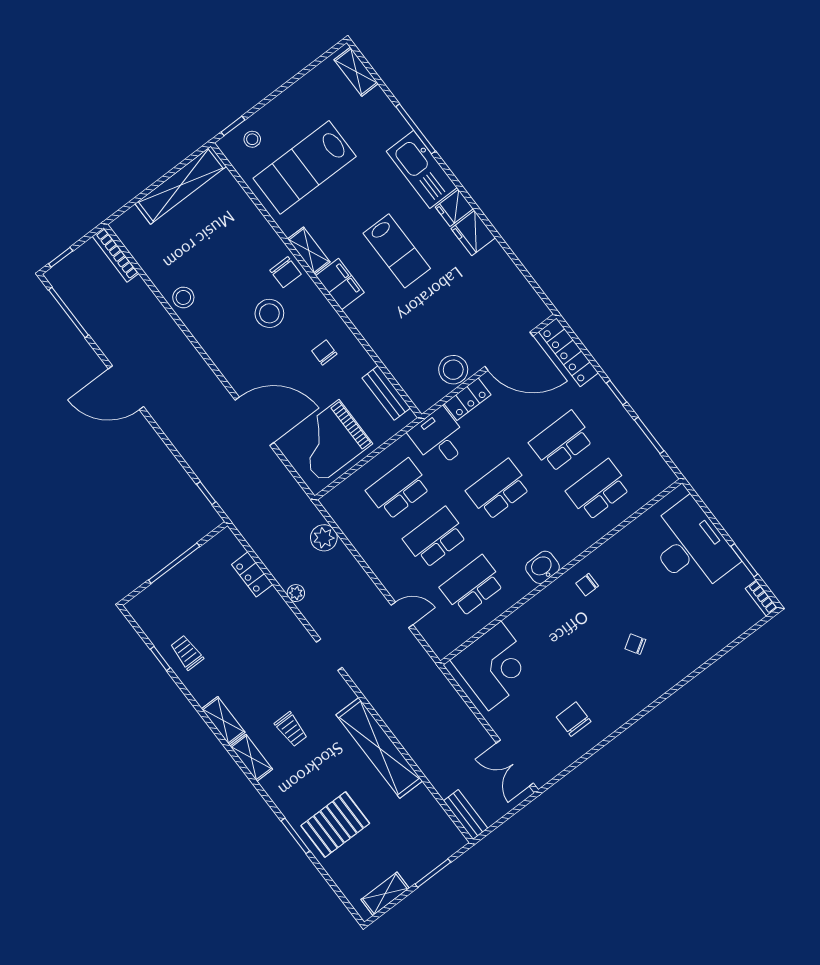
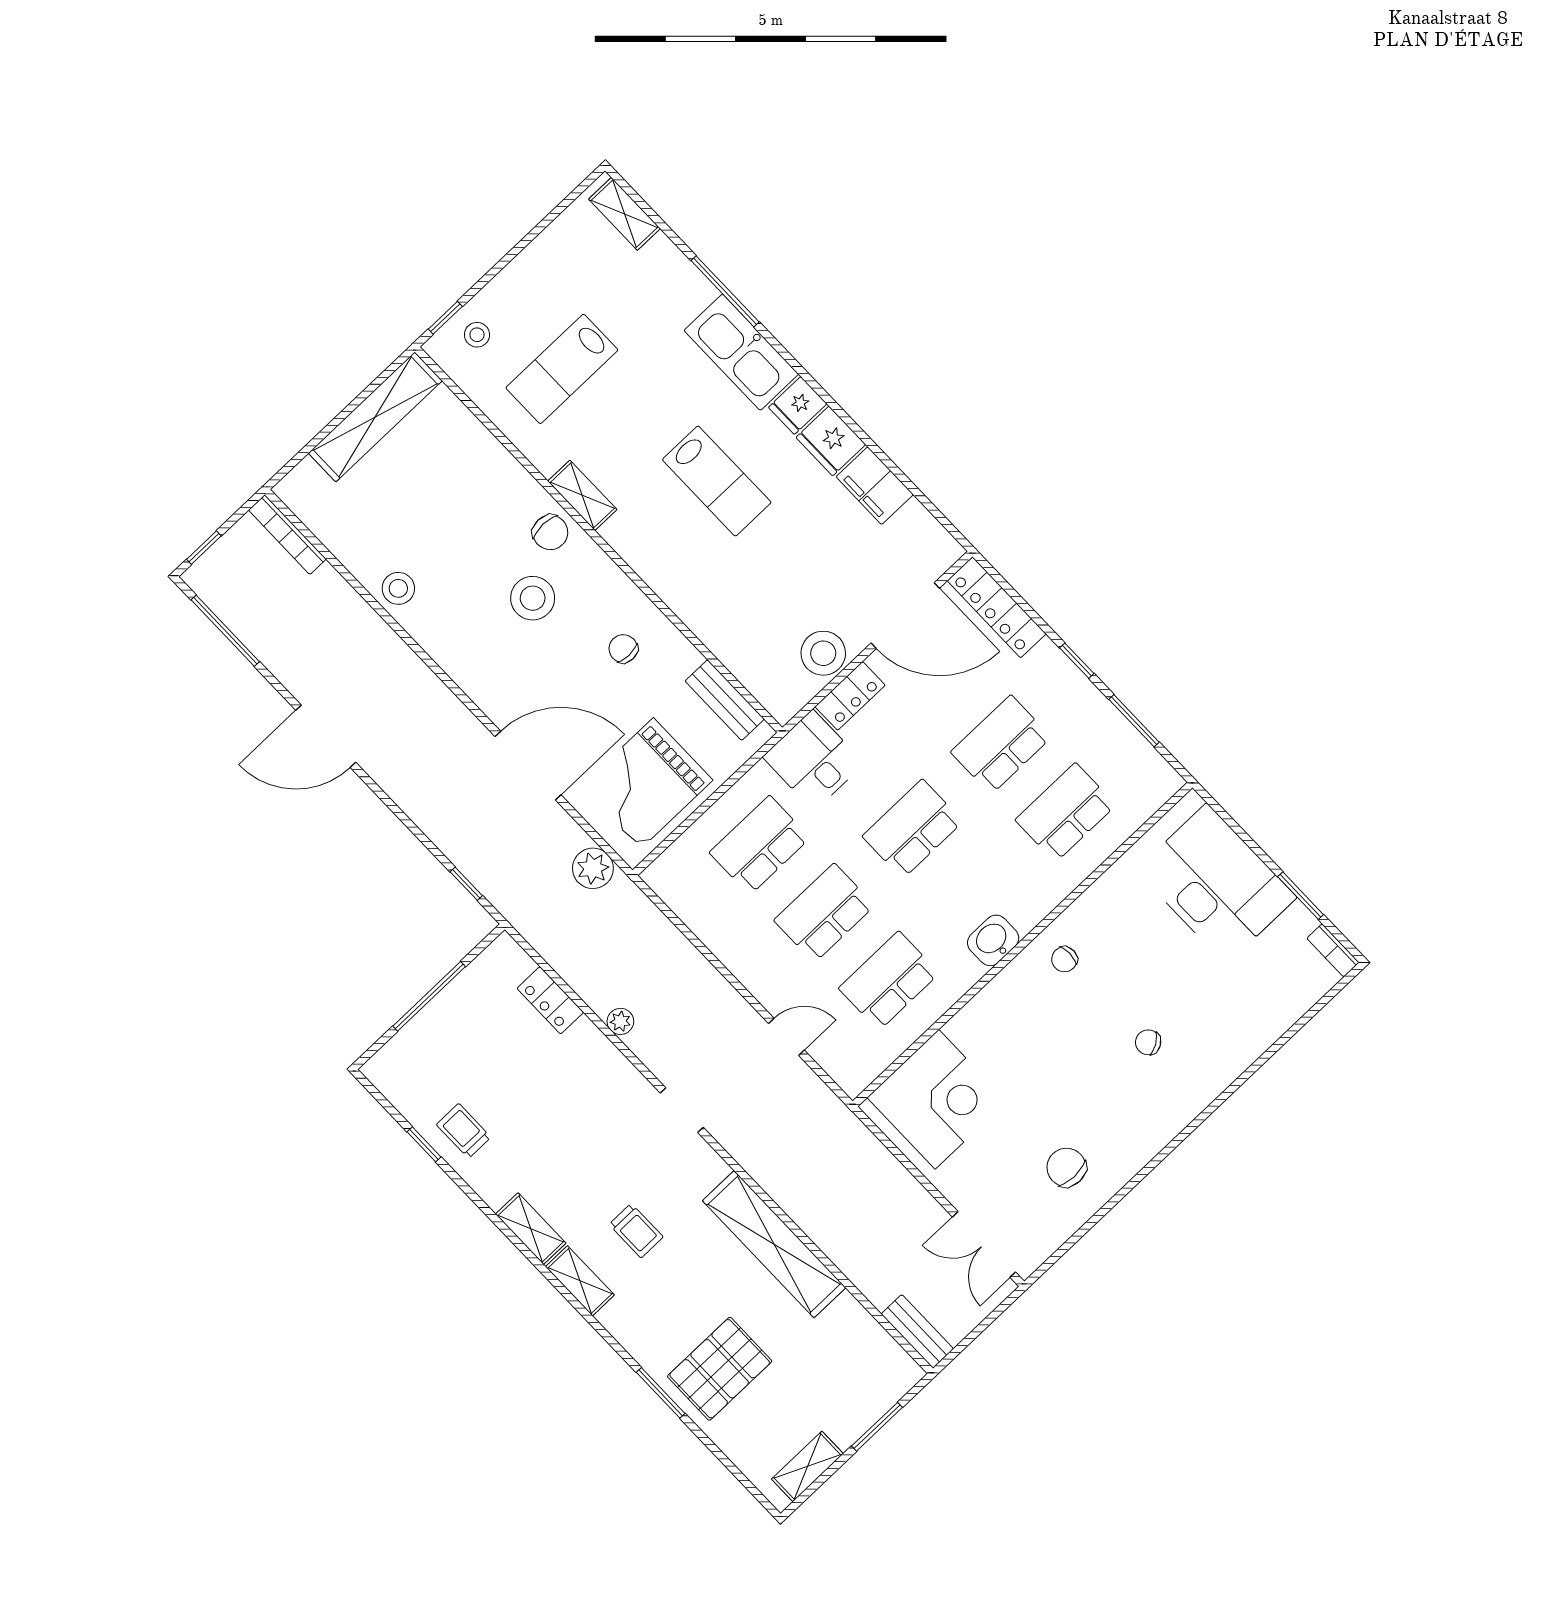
lab bench: (305, 167) -> (562, 369), width x0.73, depth x0.72
filing cabinet: (340, 284) -> (875, 486), moved, turned 180
plant: (324, 538) -> (593, 868), moved

